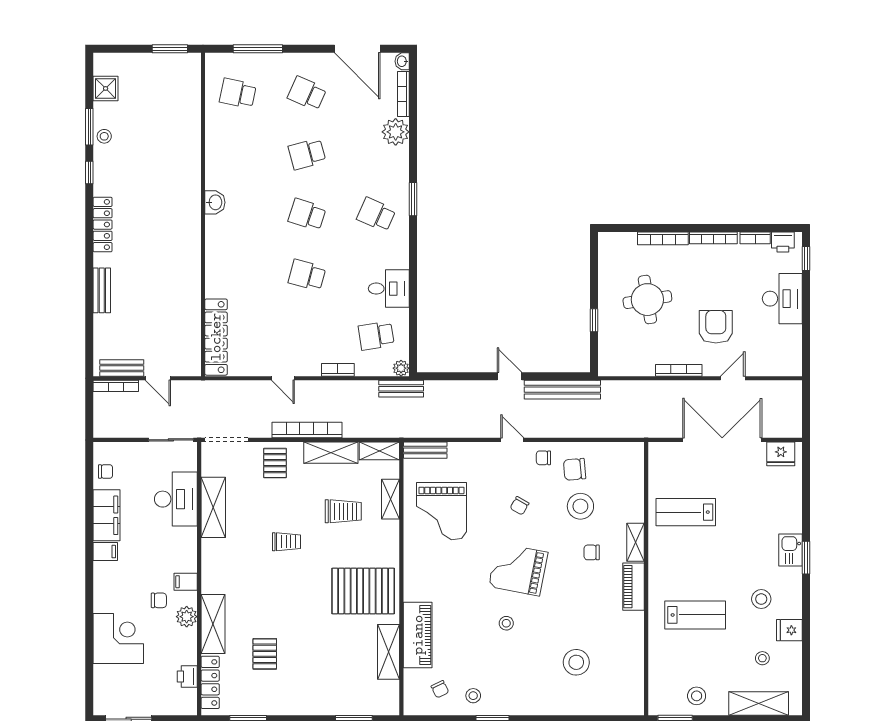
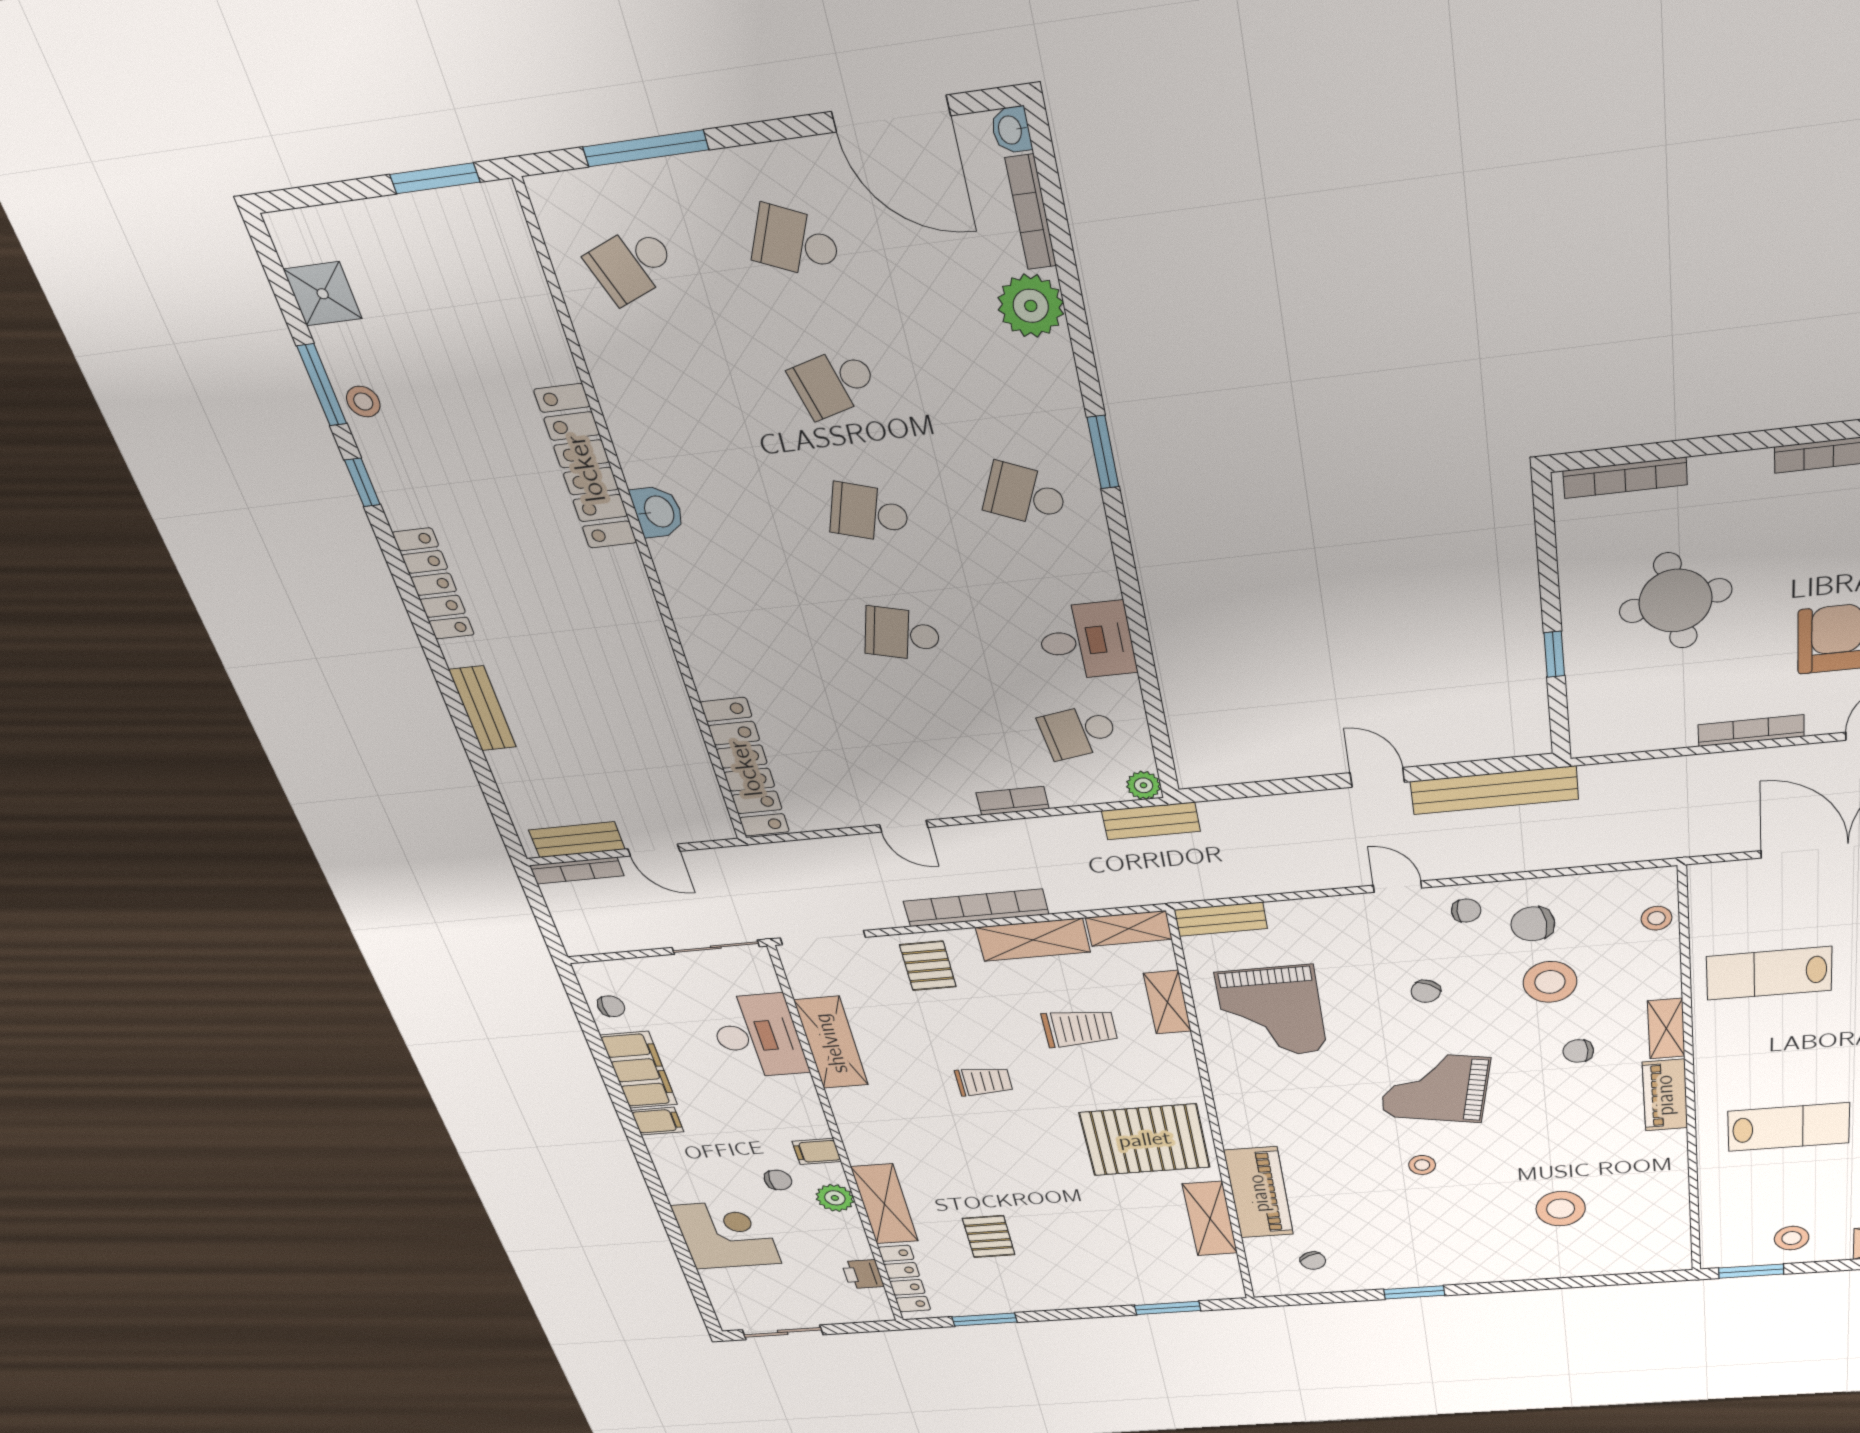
school desk: (238, 93) -> (632, 264), turned -33
locker: (190, 178) -> (586, 468), added
bookcase: (663, 238) -> (1625, 478), moved
chair: (543, 458) -> (1466, 911), turned 180
stool: (473, 696) -> (1656, 918), moved

